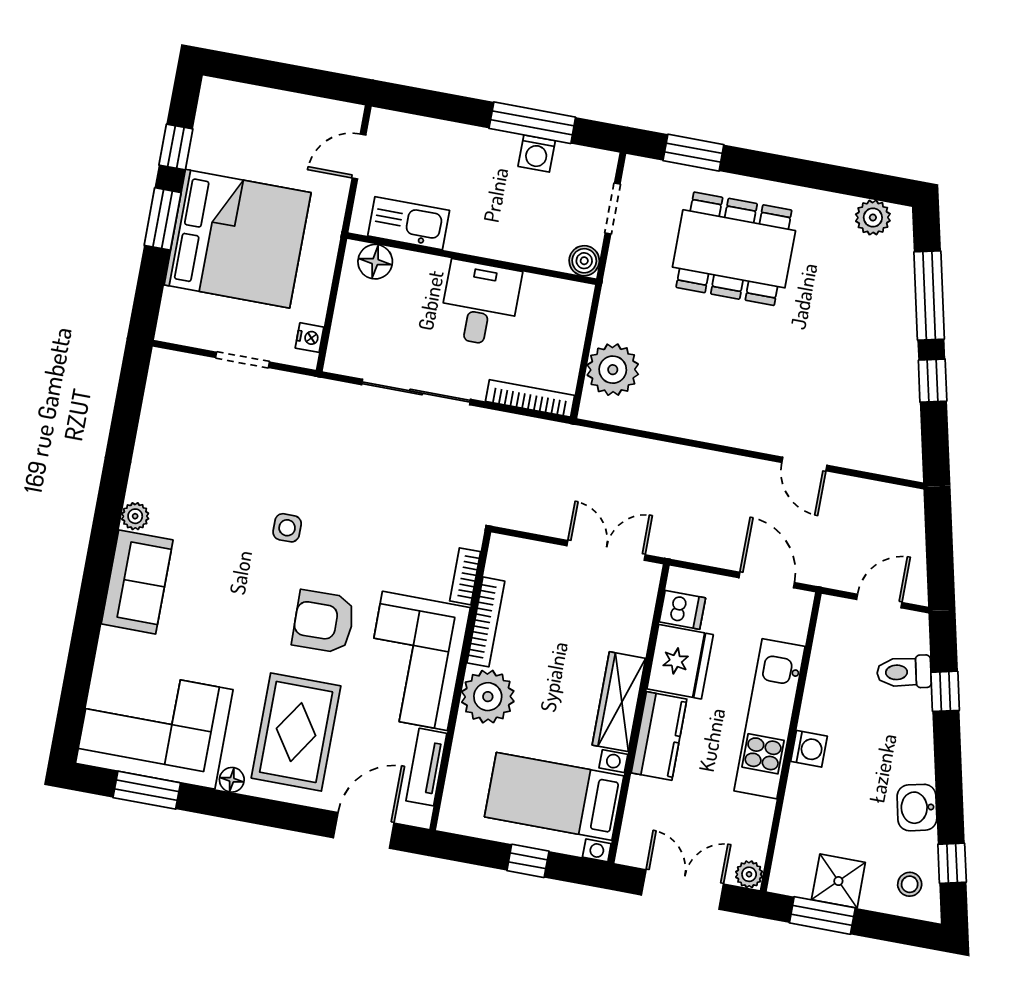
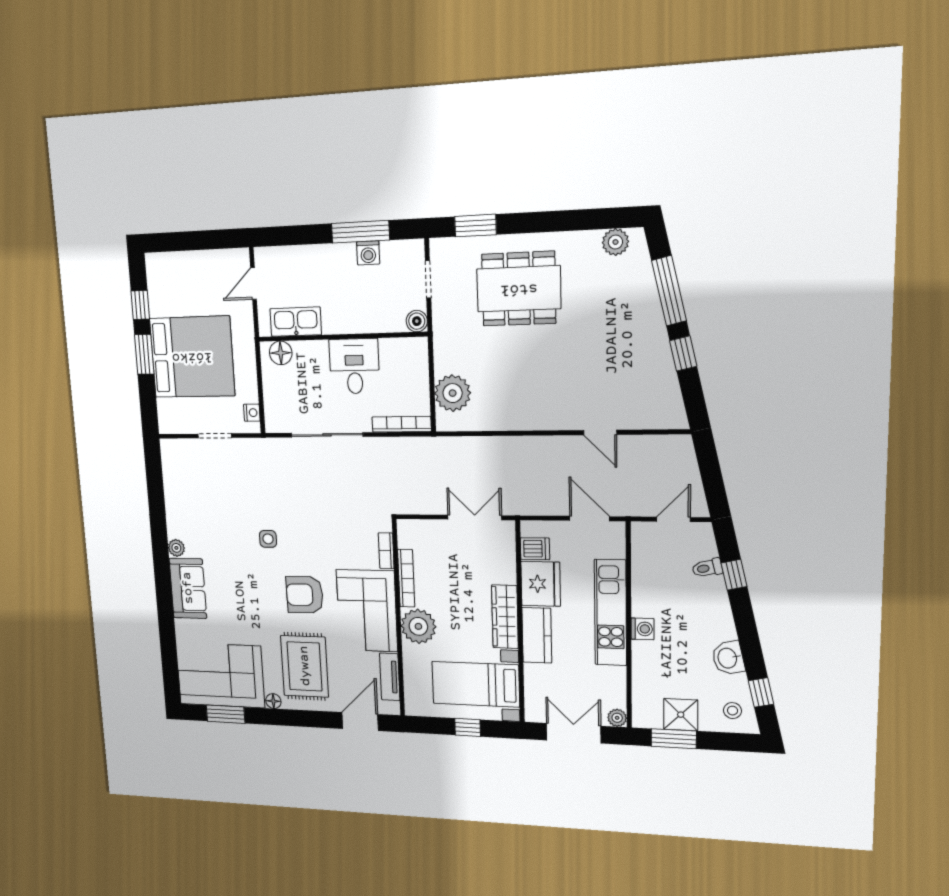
toilet: (904, 672) -> (707, 568), width x0.73, depth x0.72

